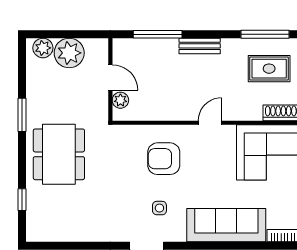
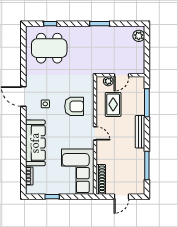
bench: (200, 46) -> (140, 132), width x1.36
plant: (69, 53) -> (136, 51), removed
rug: (269, 69) -> (113, 104), moved
dining table: (59, 154) -> (49, 48), moved
armchair: (164, 159) -> (74, 106), turned 90

